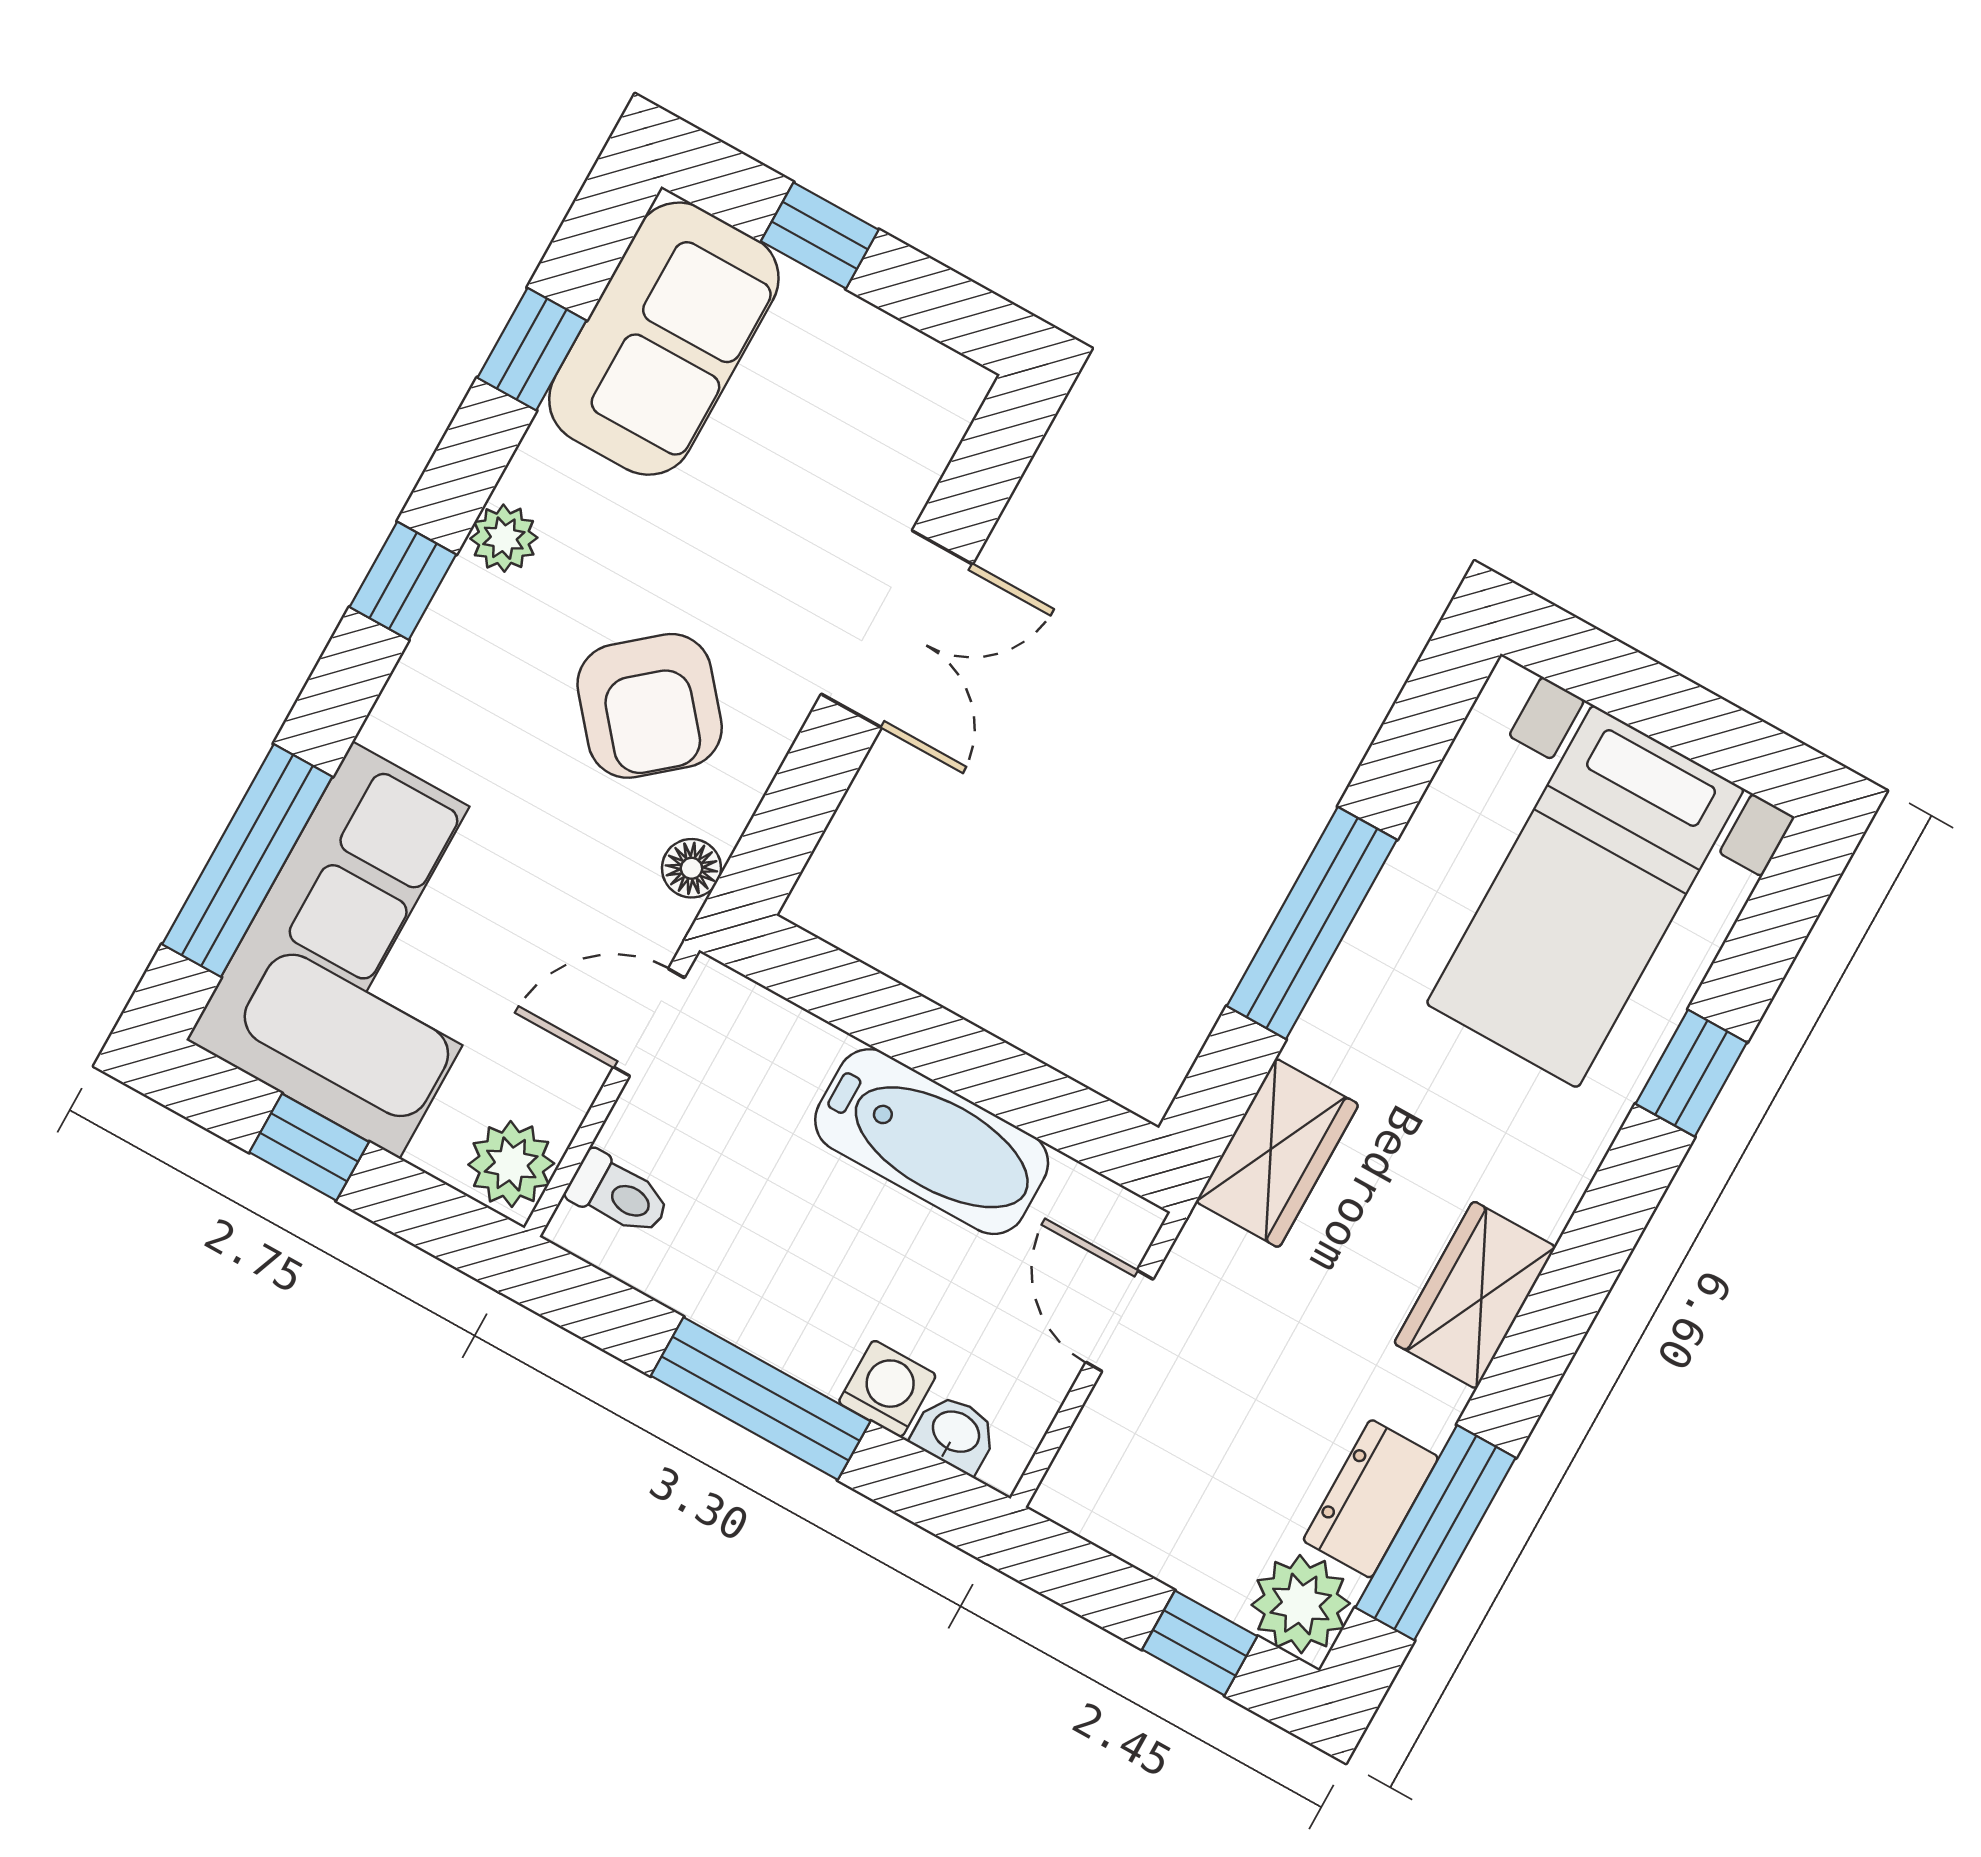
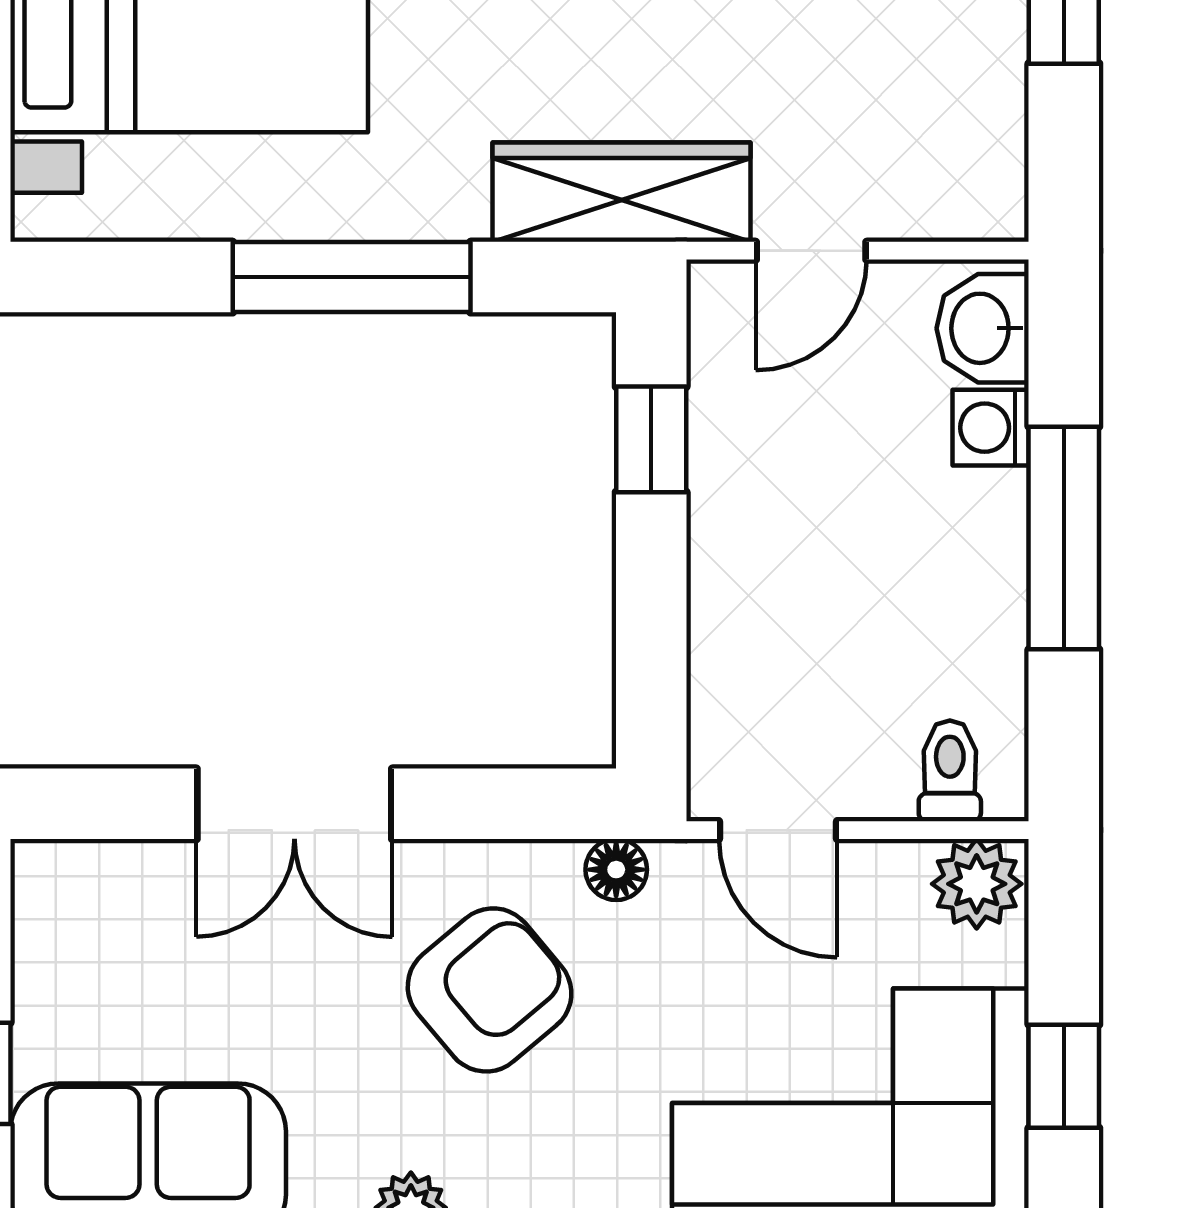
double door: (897, 629) -> (294, 804), swing flipped
window: (1036, 1098) -> (651, 439), added
bathtub: (932, 1142) -> (743, 512), removed
wardrobe: (1277, 1153) -> (622, 192), width x1.50
washbasin: (955, 1433) -> (983, 328), width x1.38, depth x1.45

